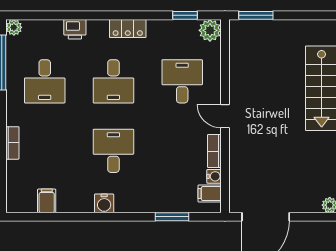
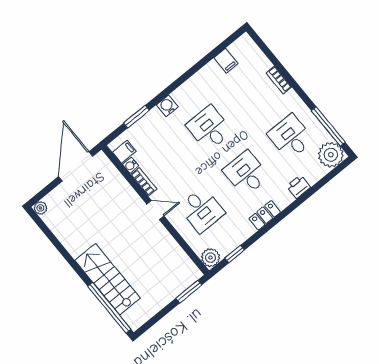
plant: (14, 27) -> (331, 155), width x1.87, depth x1.87
desk: (113, 151) -> (209, 128), turned 180
water cooler: (104, 203) -> (167, 106), moved

